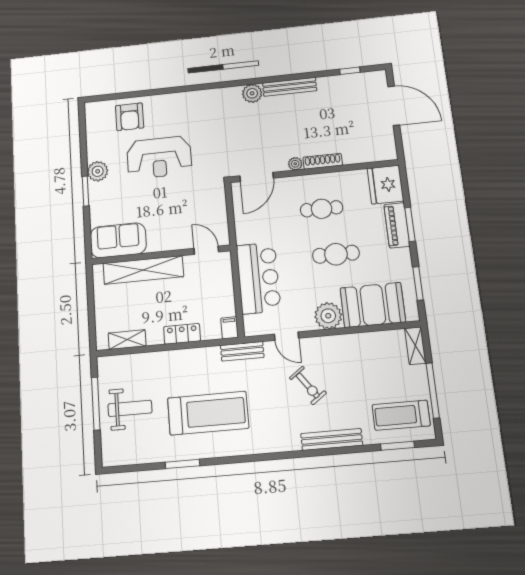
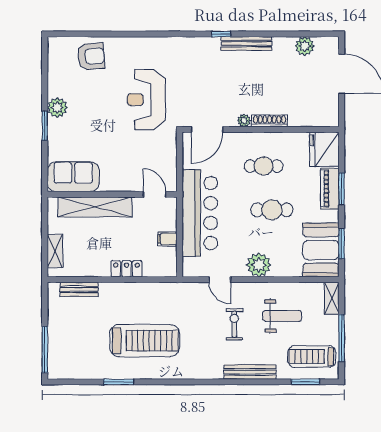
window: (350, 71) -> (221, 34), moved
plant: (252, 93) -> (305, 46), moved
armchair: (130, 117) -> (91, 56), turned -95
reception desk: (159, 157) -> (146, 100), moved, turned 90
bar counter: (258, 278) -> (200, 213), width x1.36
booth: (373, 305) -> (321, 250), moved, turned 90
filing cabinet: (230, 328) -> (167, 239), moved, turned -90
shelving: (127, 340) -> (55, 251), moved, turned 90
bench: (242, 351) -> (79, 289), moved
exercise bike: (308, 385) -> (234, 324), turned -144
window: (96, 404) -> (45, 349), moved
weight bench: (130, 408) -> (282, 316), moved

